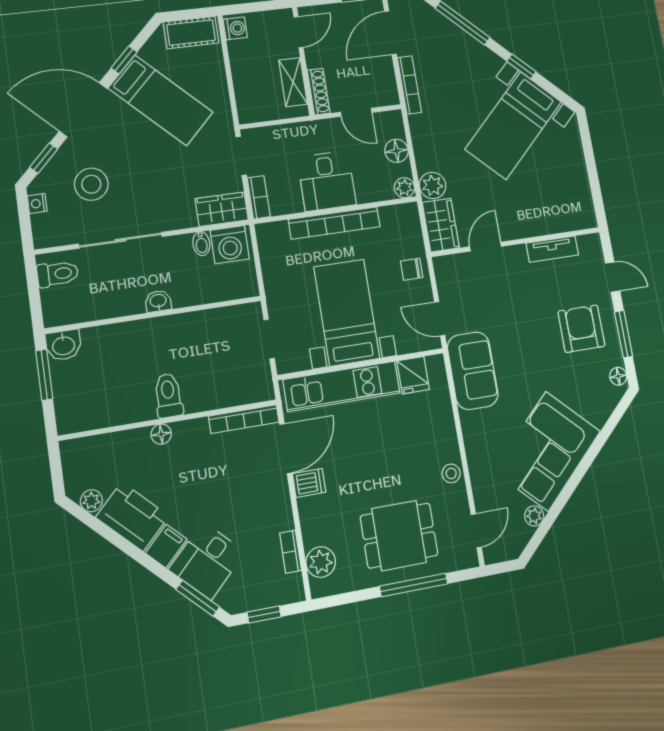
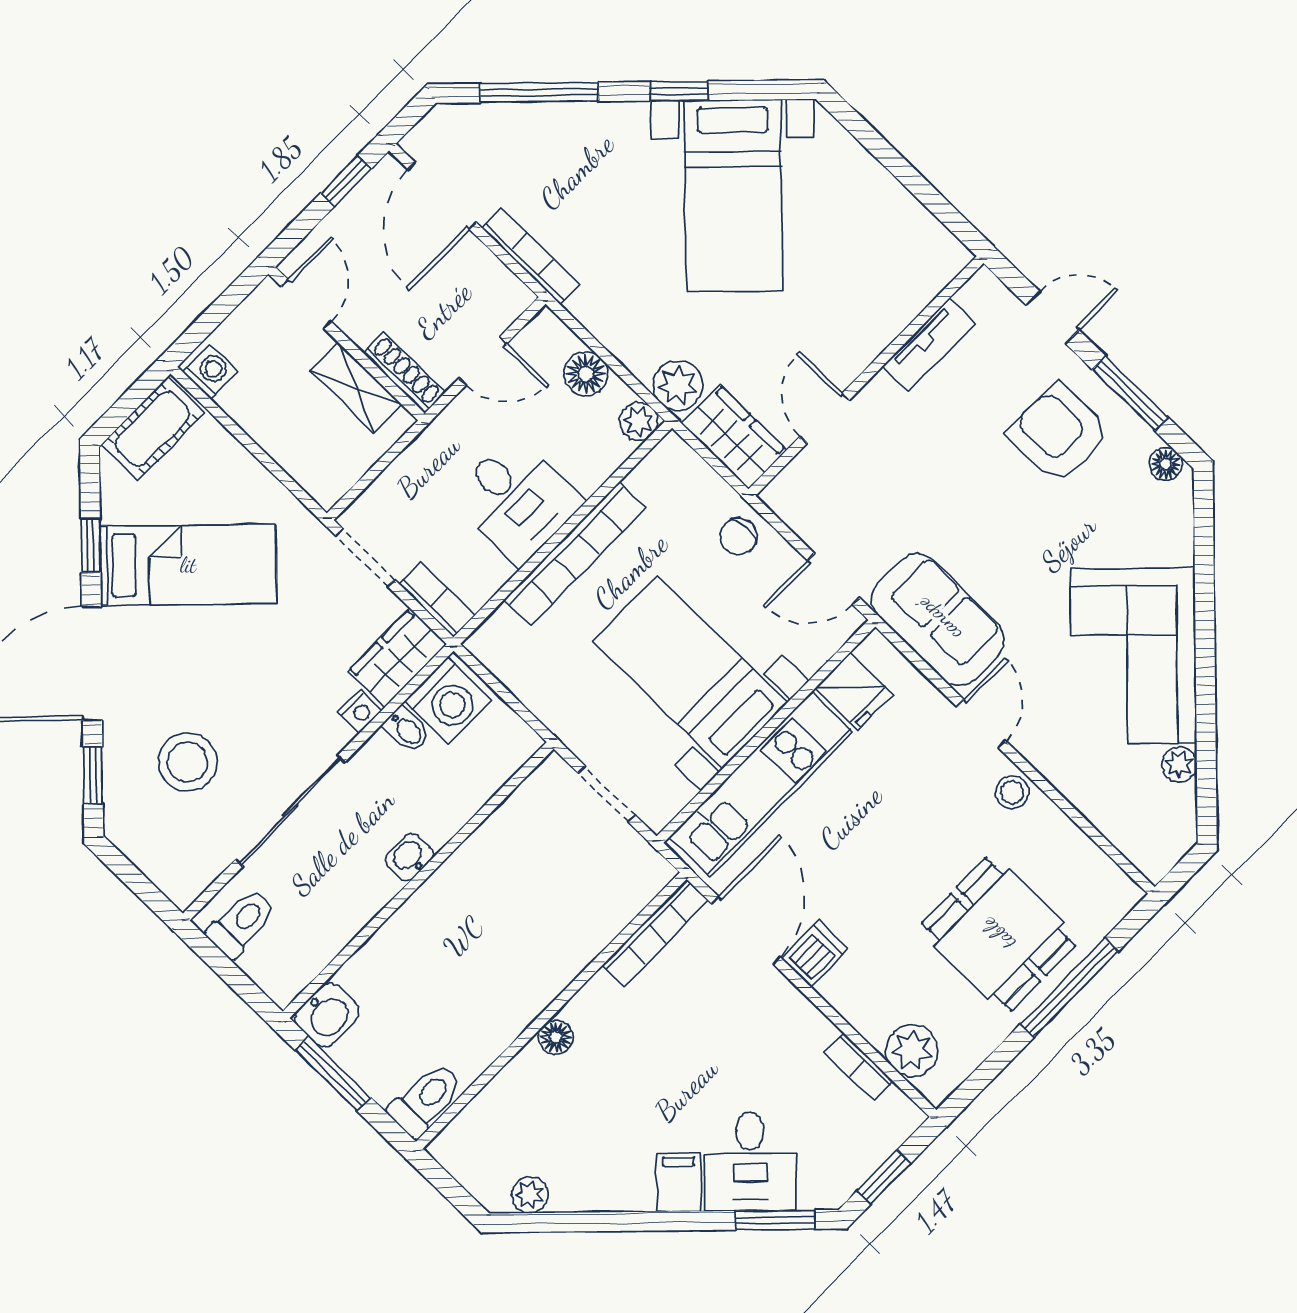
nightstand: (37, 203) -> (360, 711), moved, turned -90
toilet: (168, 396) -> (426, 1100), moved, turned 90
printer: (132, 517) -> (602, 1176), removed
door: (476, 531) -> (981, 724), moved
dining table: (399, 536) -> (998, 934), turned 90

